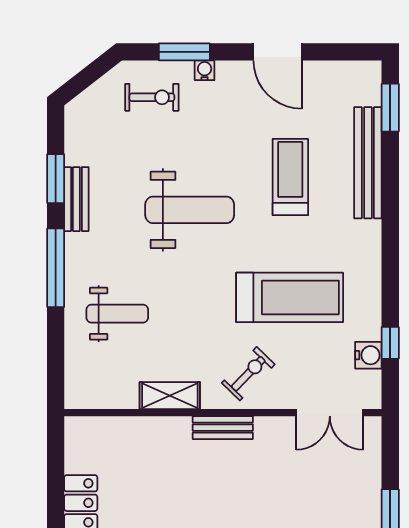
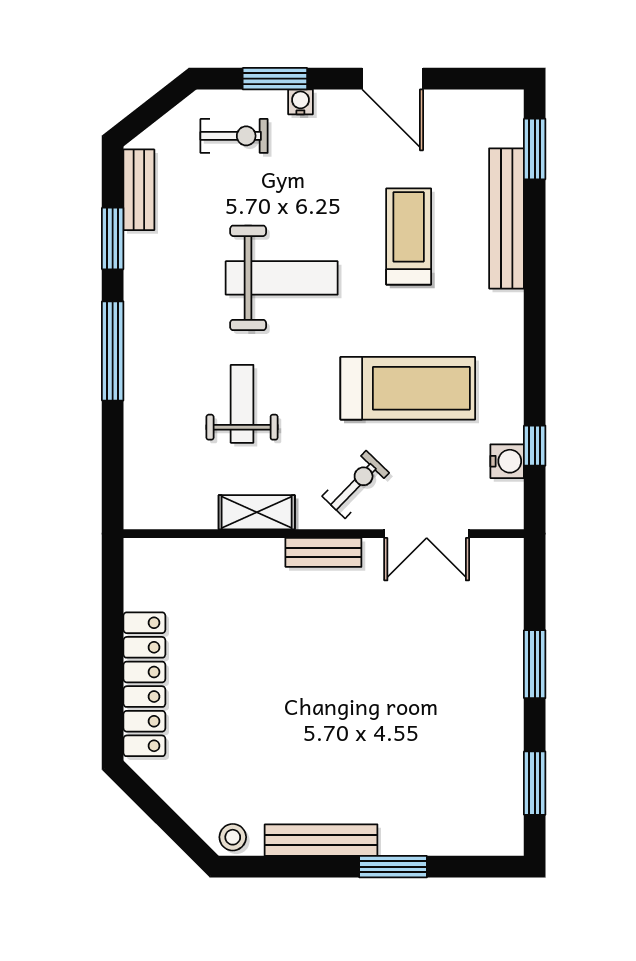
bench: (76, 199) -> (139, 190), moved
weight bench: (117, 314) -> (242, 404), moved, turned -90
double door: (330, 413) -> (427, 534), moved

